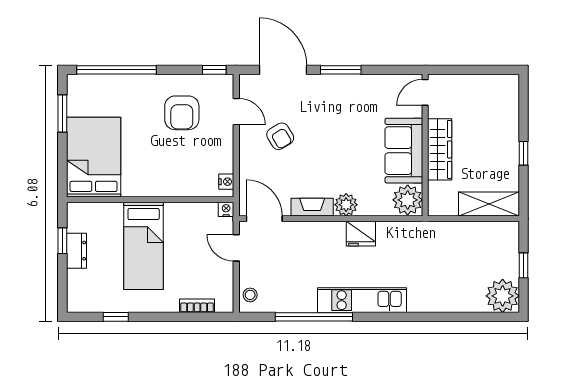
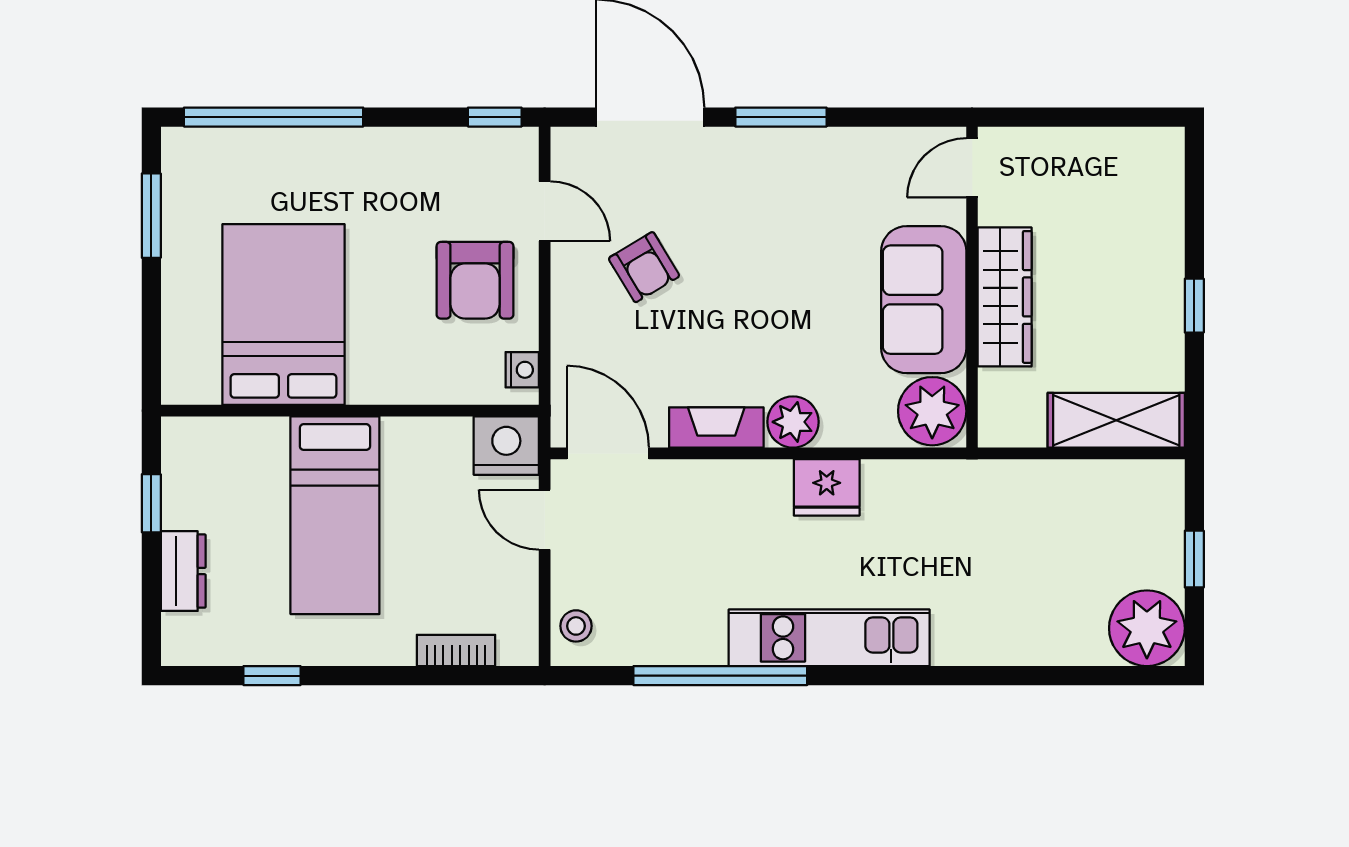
armchair: (182, 113) -> (475, 280), moved
bed: (94, 157) -> (283, 314), moved
nightstand: (226, 209) -> (506, 446), width x1.89, depth x1.79
dresser: (76, 251) -> (183, 571), moved

